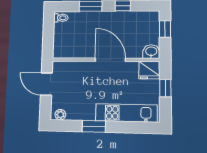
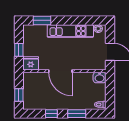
washbasin: (151, 52) -> (100, 78), moved
kitchen unit: (126, 113) -> (70, 31), moved
window: (94, 126) -> (42, 20), moved

